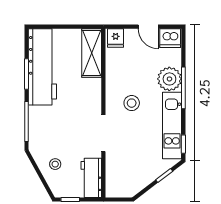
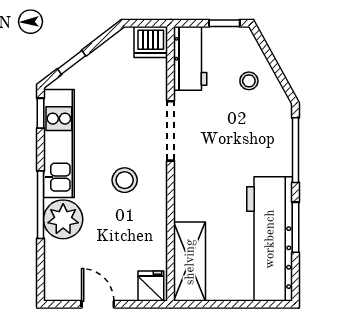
dishwasher: (170, 38) -> (151, 42), moved, turned 180

